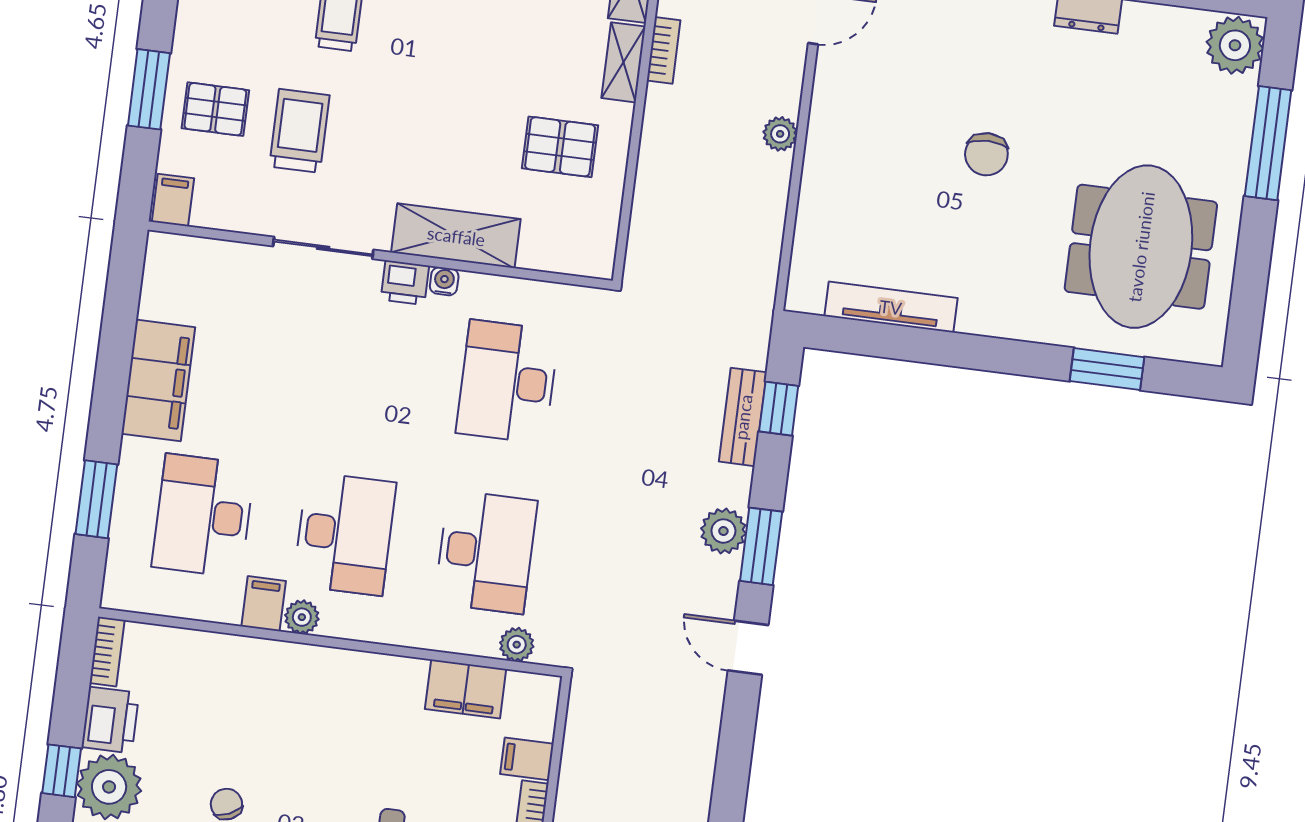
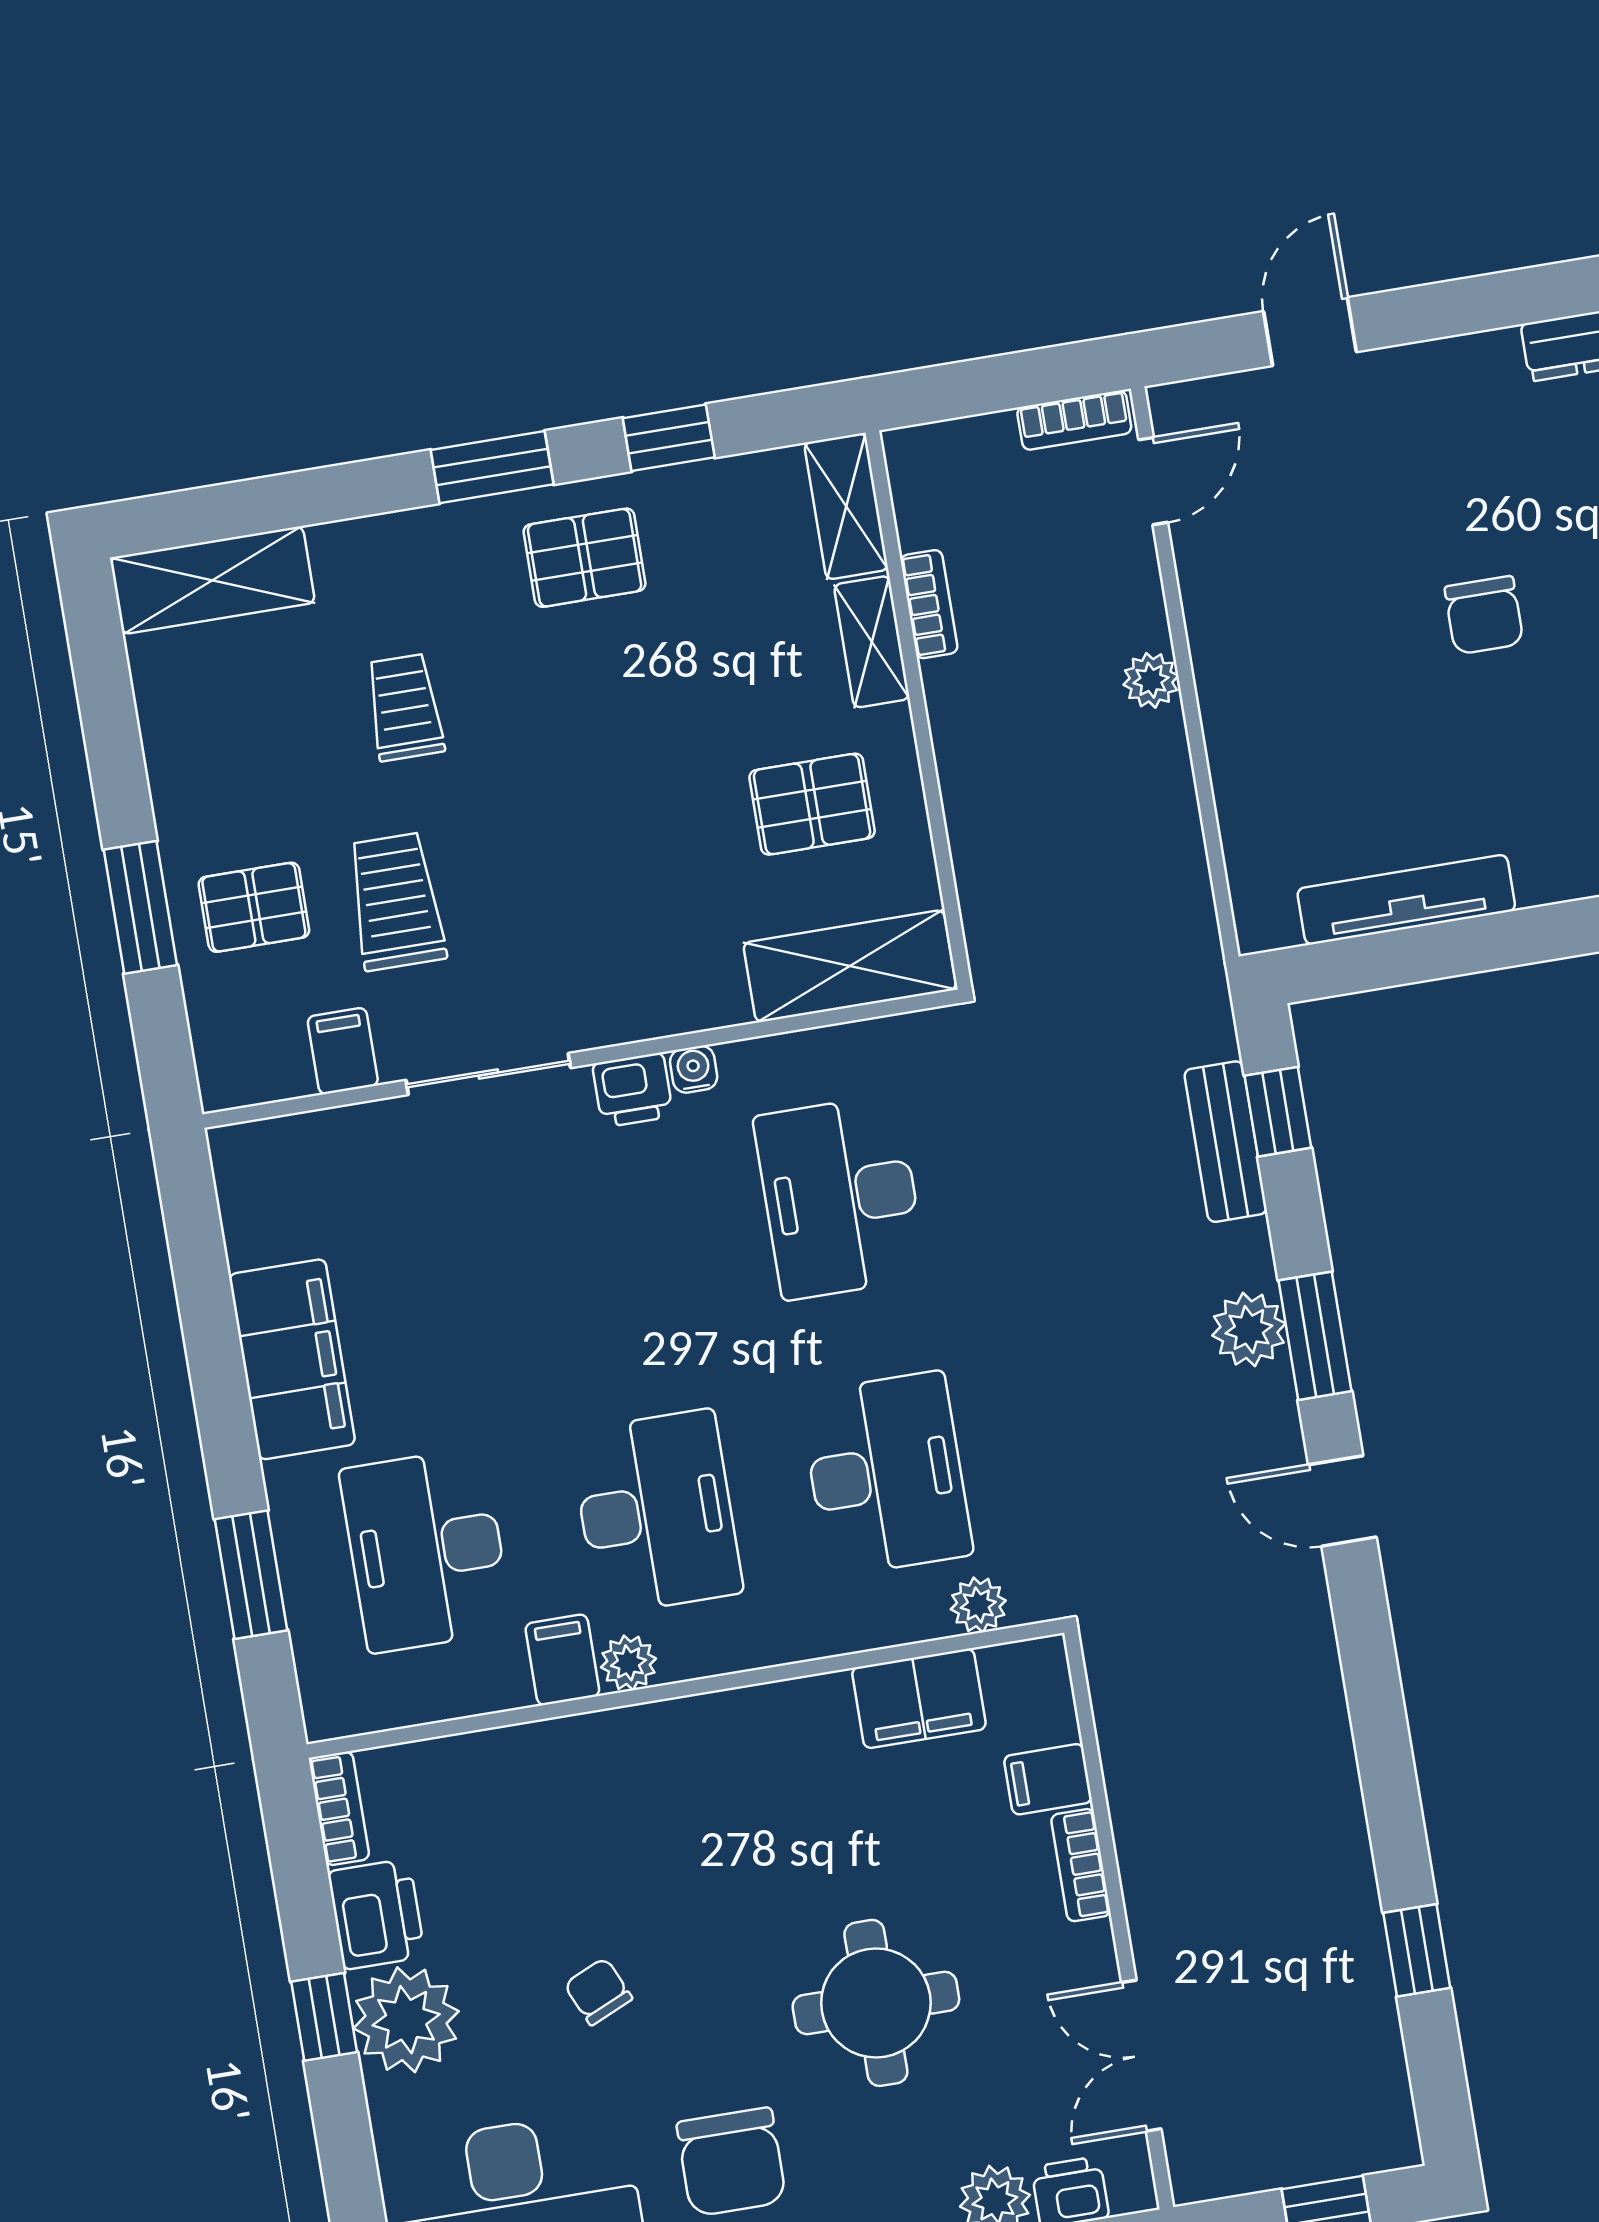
filing cabinet: (173, 200) -> (343, 1051), moved
shelving: (456, 236) -> (850, 966), moved

